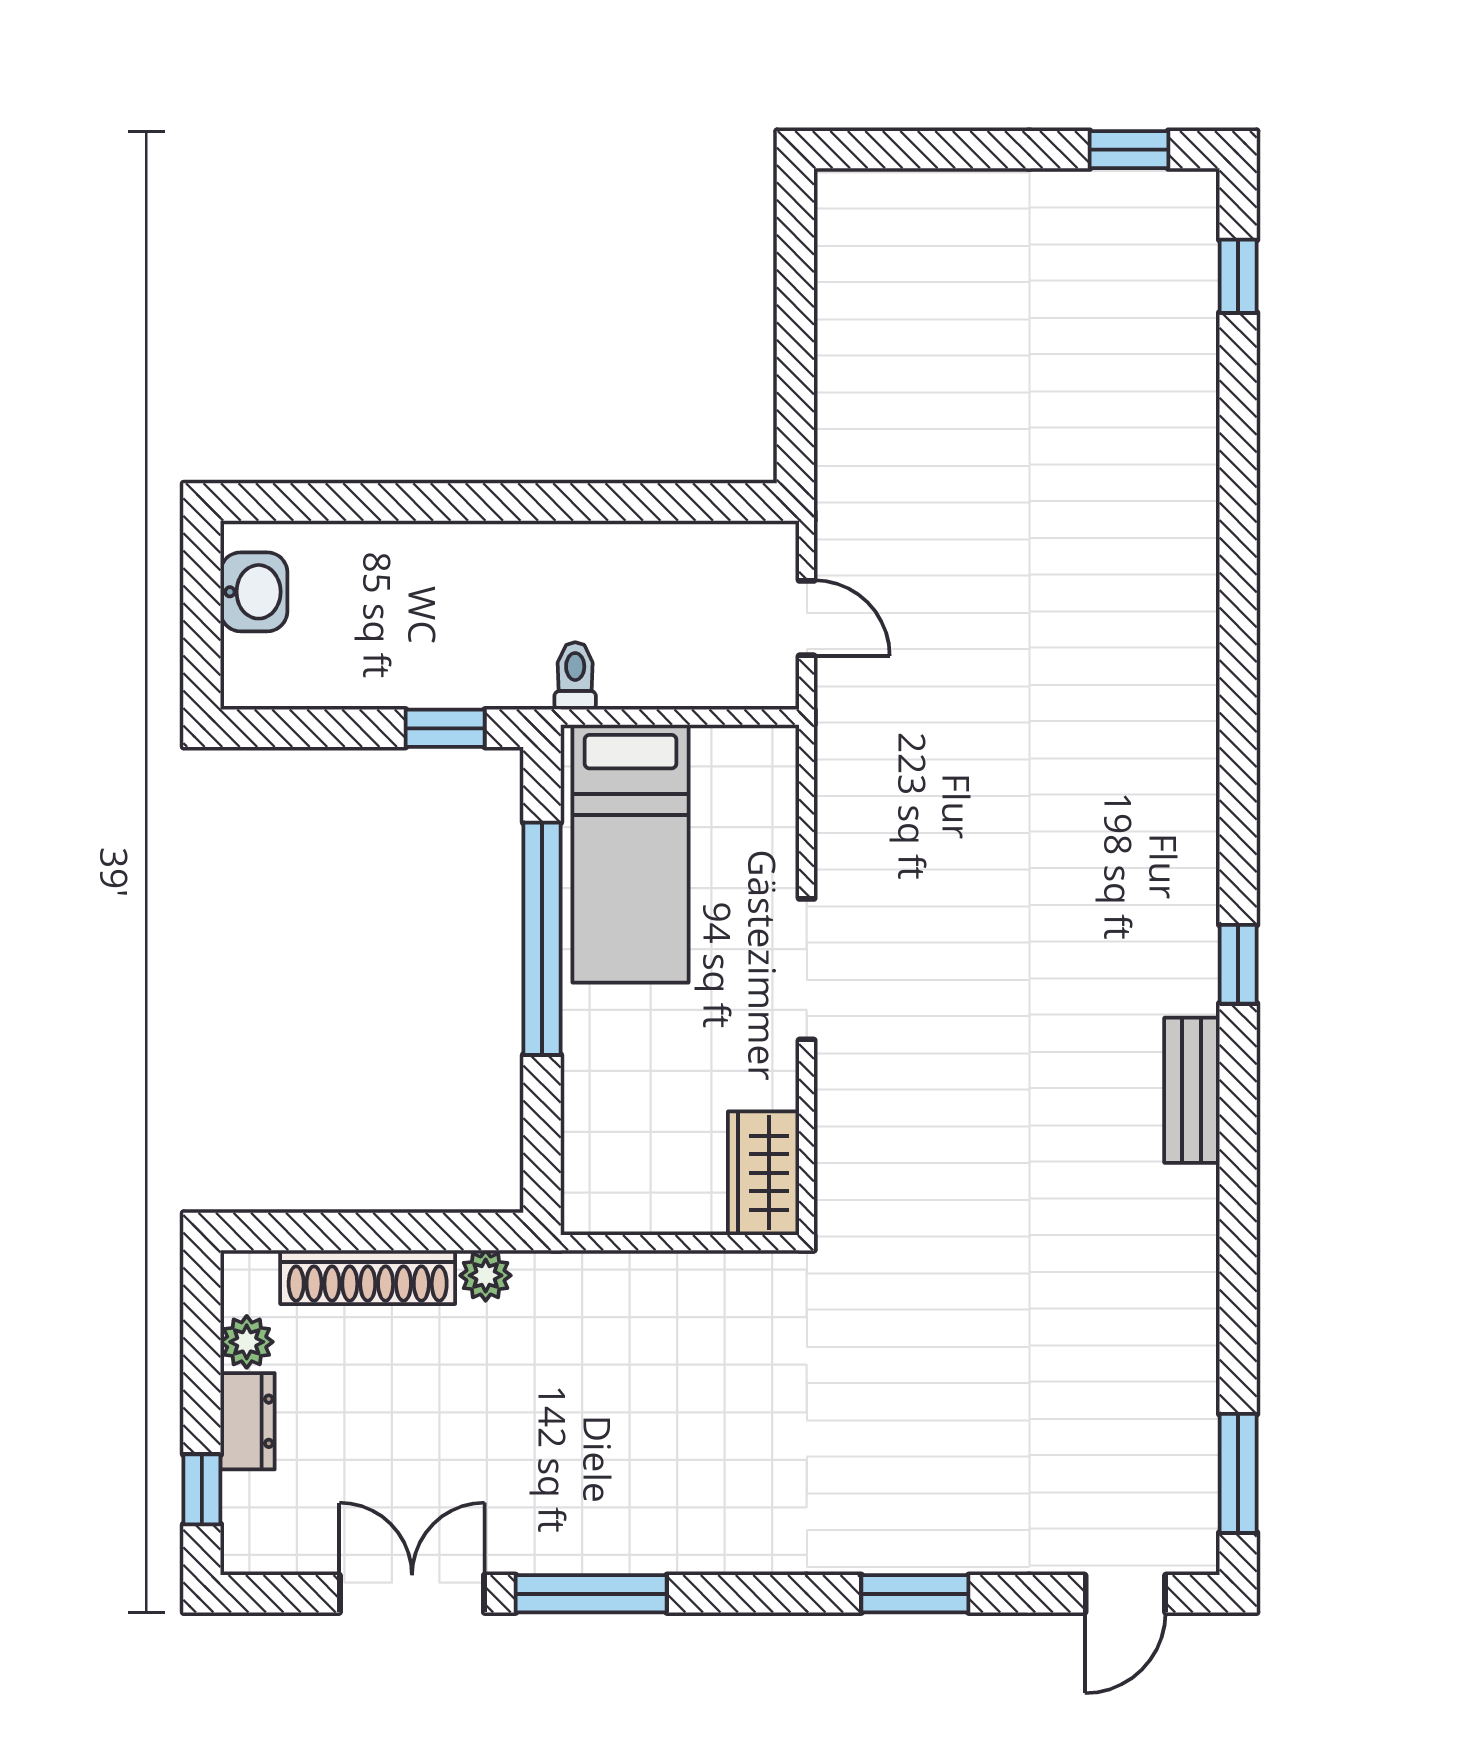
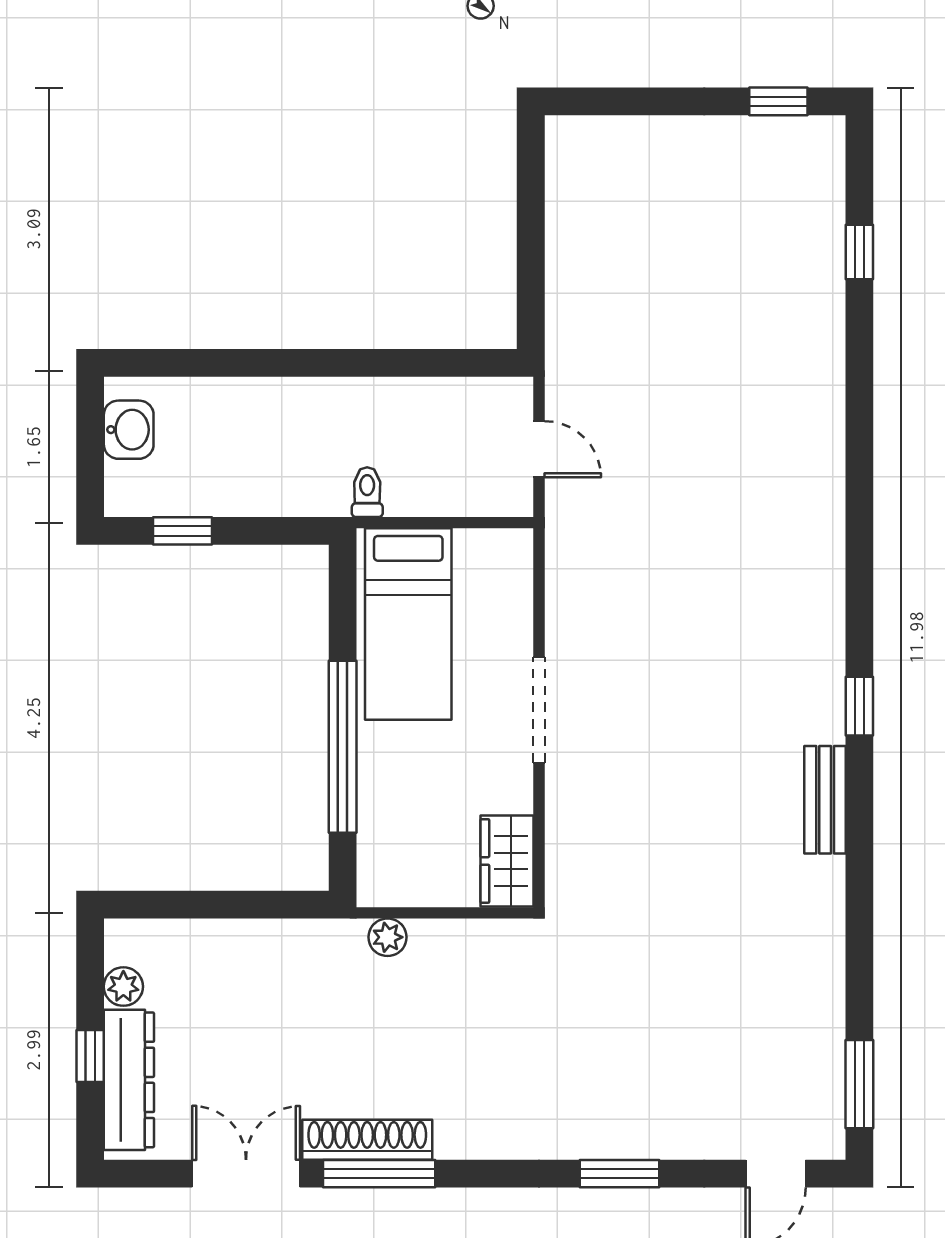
window: (1238, 276) -> (859, 252), moved
window: (445, 728) -> (183, 531), moved
window: (542, 939) -> (343, 747), moved
plant: (486, 1275) -> (387, 937), moved
shoe rack: (368, 1277) -> (367, 1140), moved, turned 180
dresser: (248, 1421) -> (129, 1080), width x1.96, depth x1.24
window: (202, 1489) -> (90, 1056), moved

